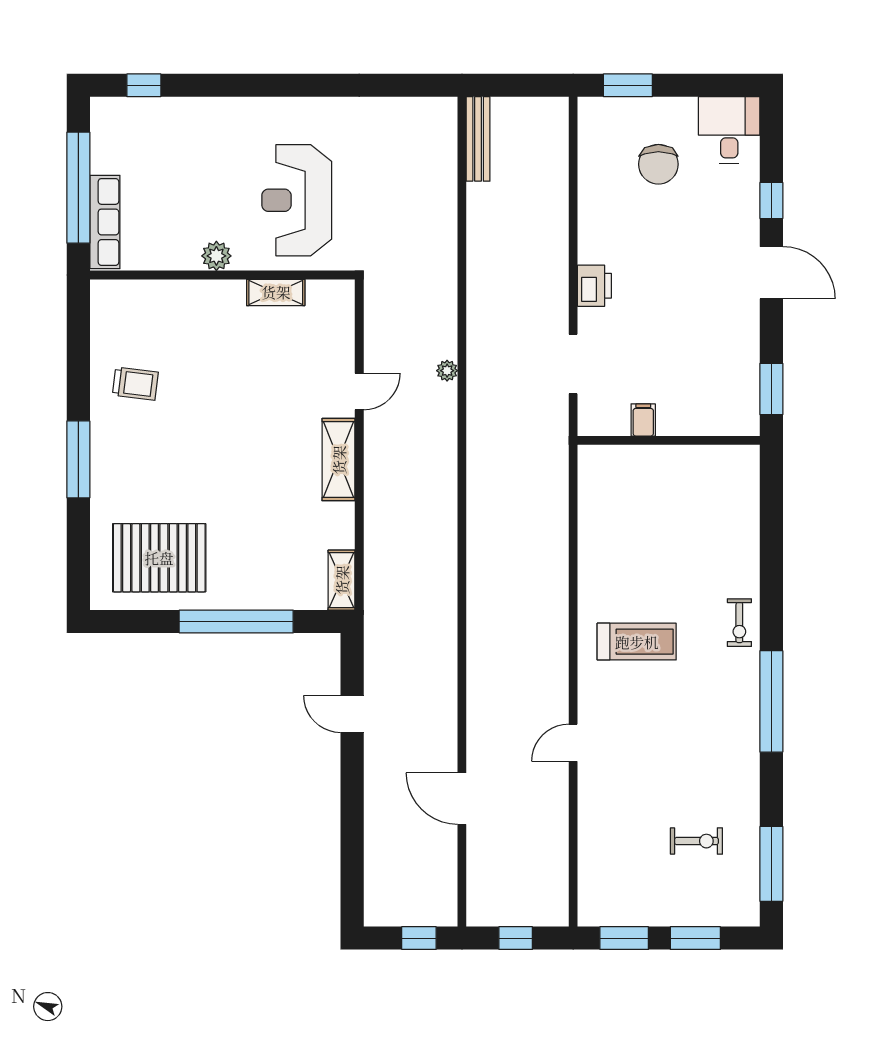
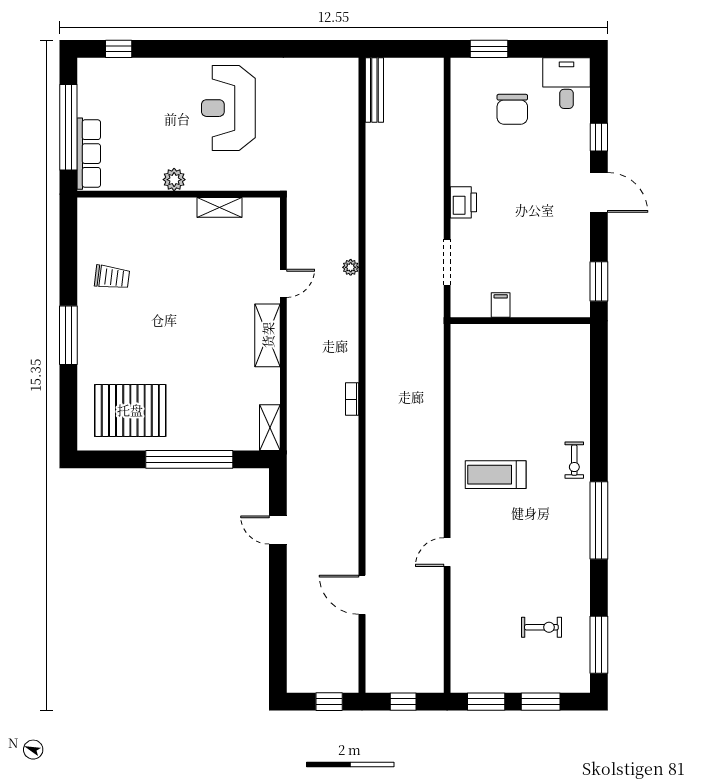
reception desk: (297, 200) -> (228, 108), moved
bookcase: (449, 543) -> (352, 399), added
treadmill: (637, 642) -> (496, 475), turned 180

